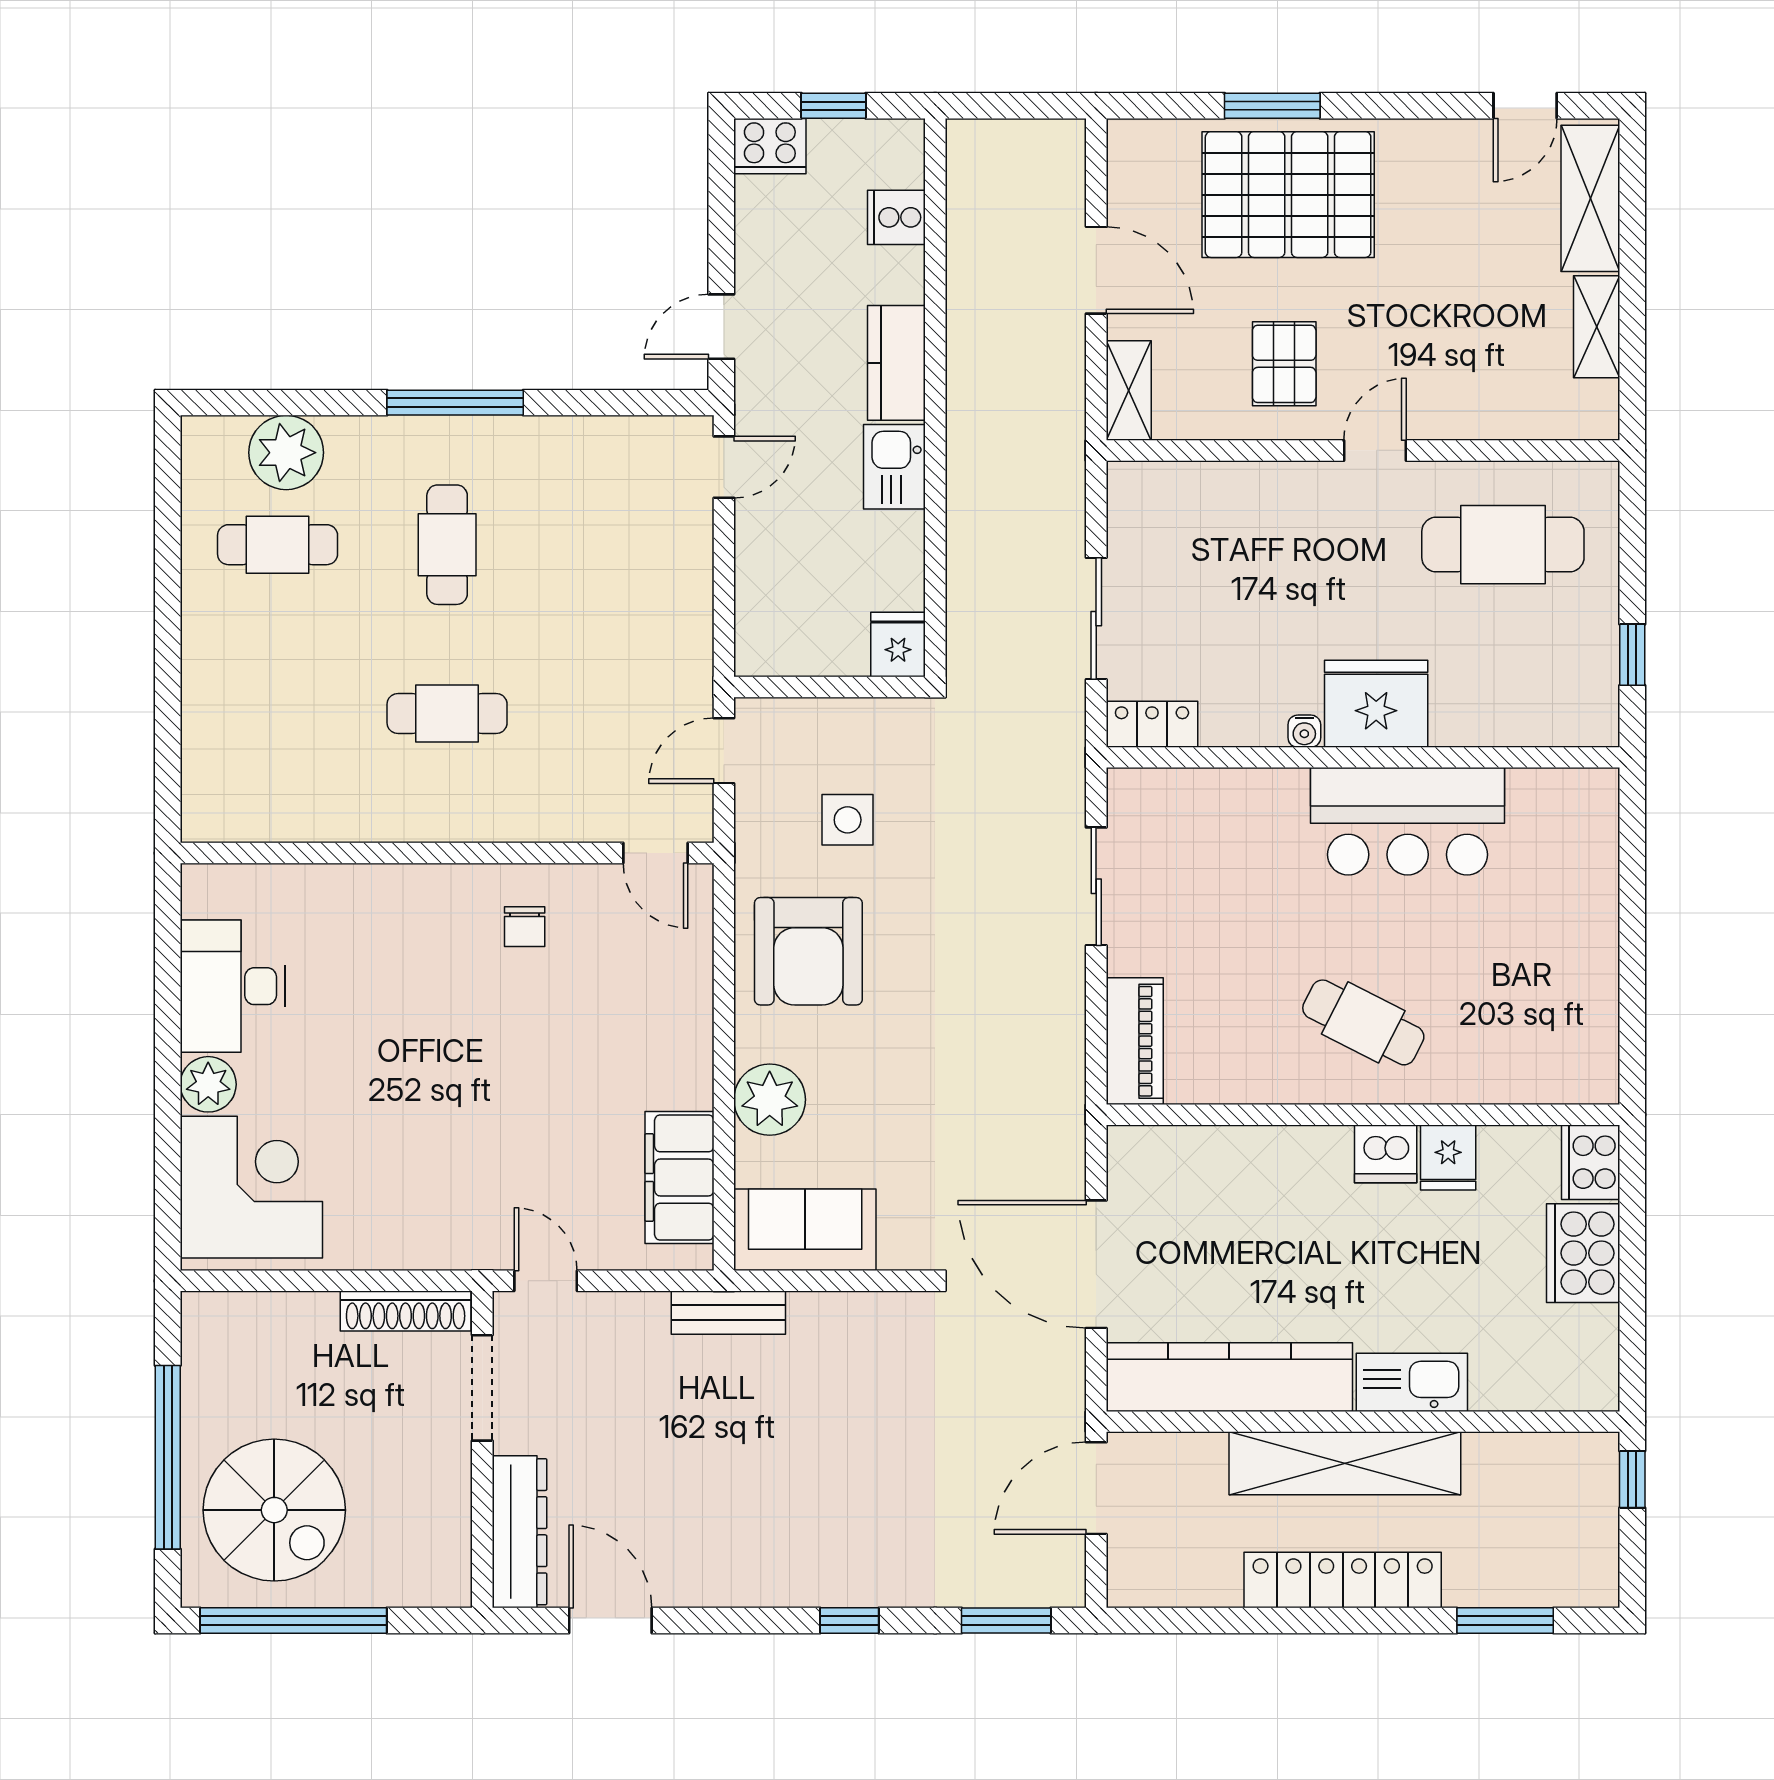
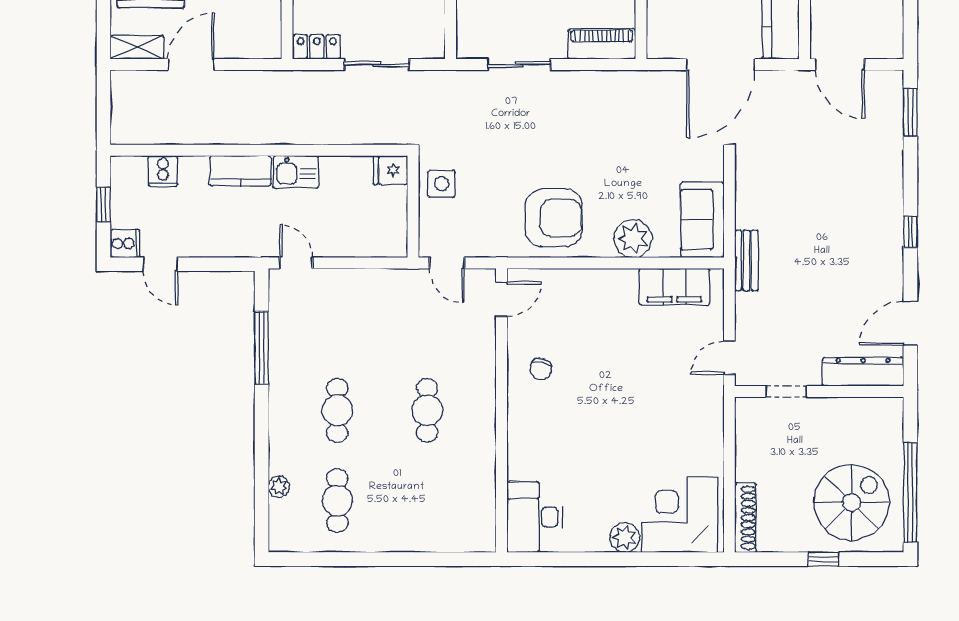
cooker: (770, 146) -> (125, 244), width x0.73
door: (721, 327) -> (160, 264), moved
shelving: (1129, 390) -> (137, 47), moved
window: (455, 403) -> (262, 348), moved
plant: (286, 453) -> (279, 487), width x0.53, depth x0.53
cafe table: (447, 545) -> (337, 410), turned 90
locker: (1152, 724) -> (317, 47), moved, turned 90
side table: (848, 820) -> (442, 184), moved
chair: (525, 927) -> (541, 369), turned 102
desk: (232, 986) -> (535, 517), moved, turned 90
shoe rack: (406, 1311) -> (745, 518), moved
doorway: (482, 1388) -> (786, 392), width x0.73
window: (168, 1457) -> (823, 559), width x0.32
window: (849, 1620) -> (910, 232), moved

